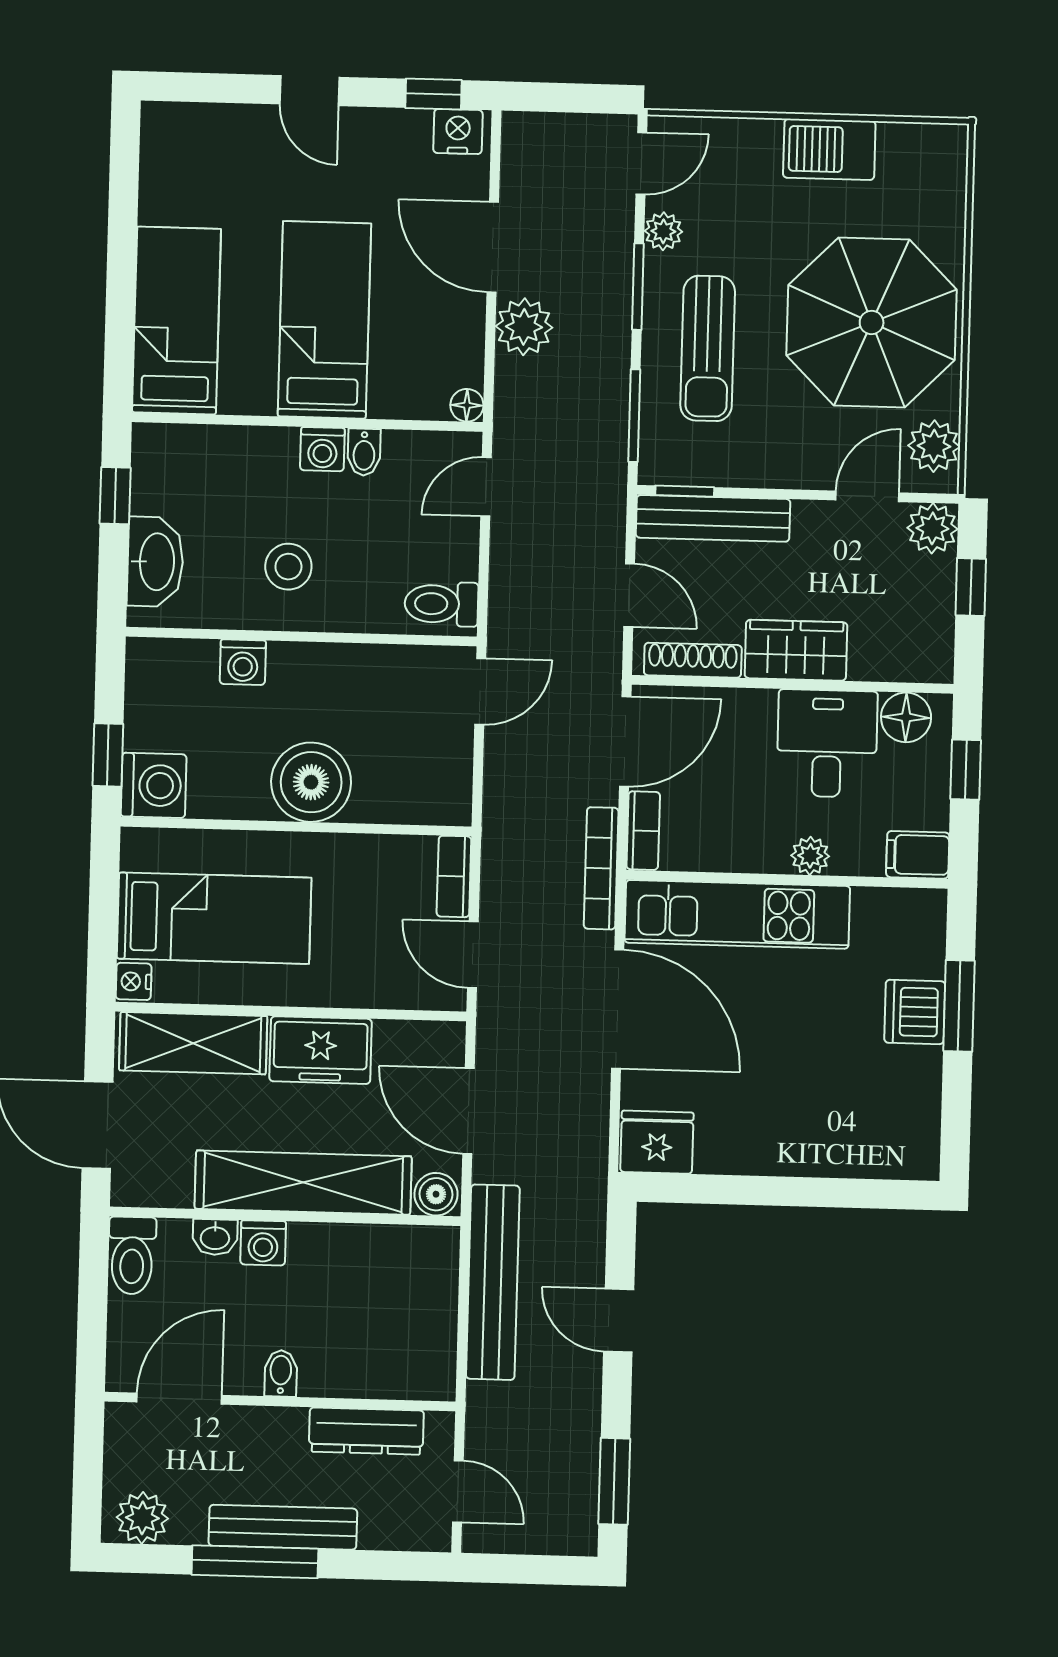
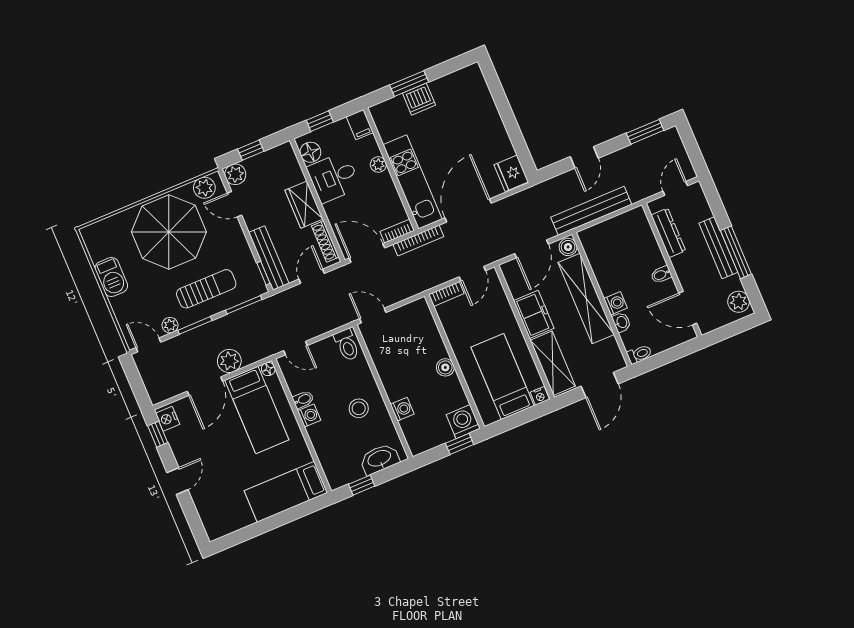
bed: (324, 320) -> (257, 410), moved, turned -90
boiler: (311, 782) -> (445, 367), width x0.54, depth x0.54
toilet: (132, 1256) -> (639, 354), width x0.73, depth x0.72

